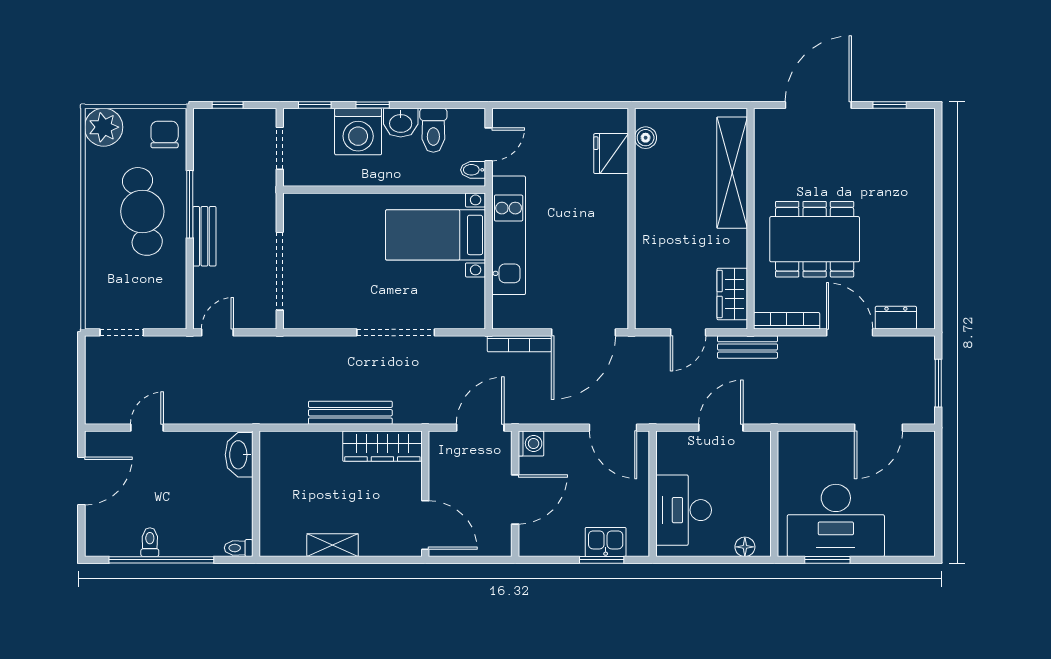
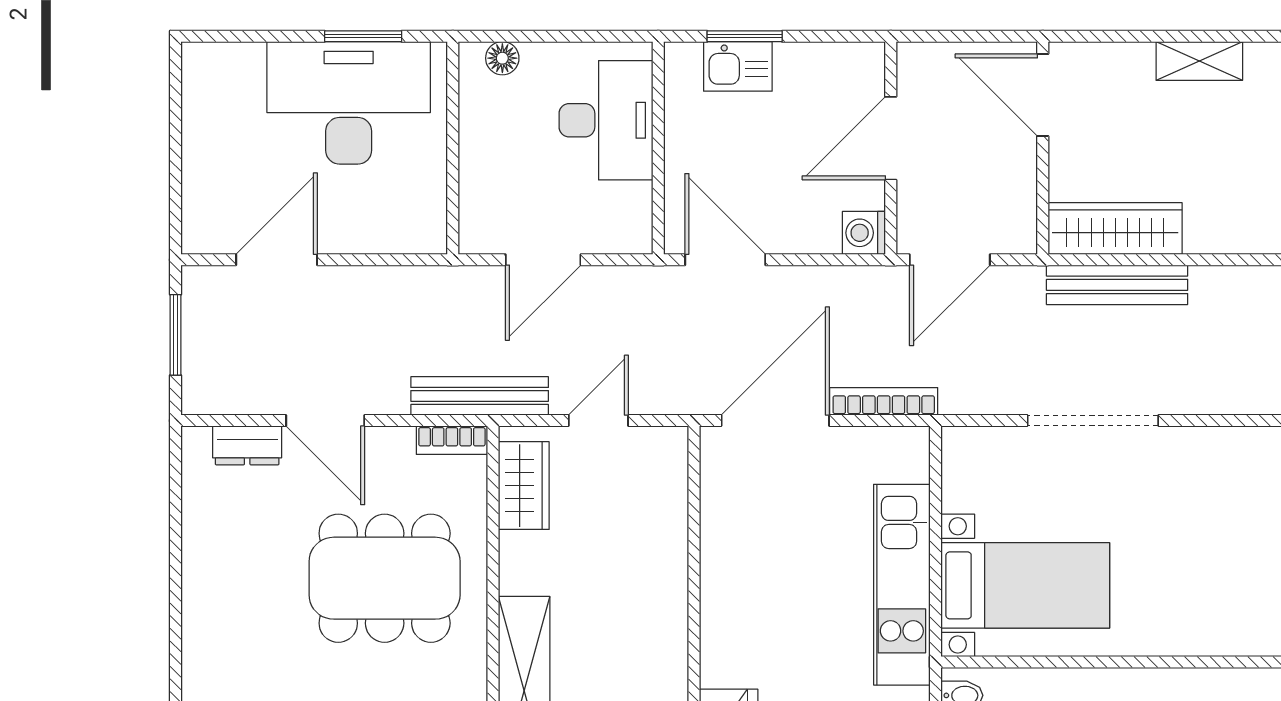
bookcase: (787, 321) -> (452, 440), width x0.64
bench: (747, 347) -> (480, 396), width x1.36
bench: (350, 413) -> (1117, 285), moved

